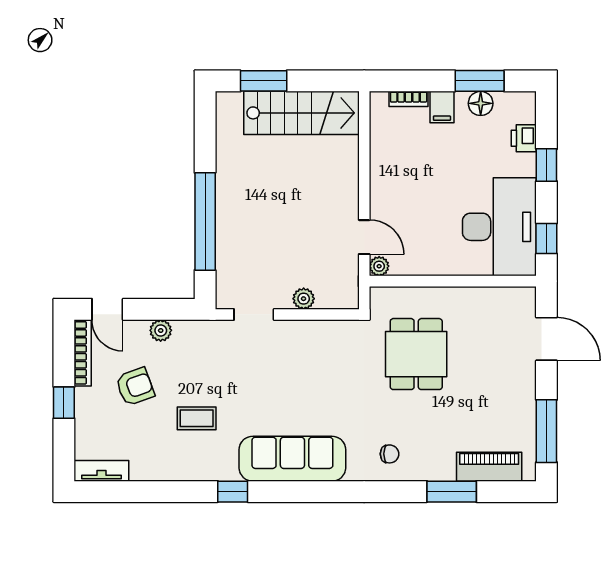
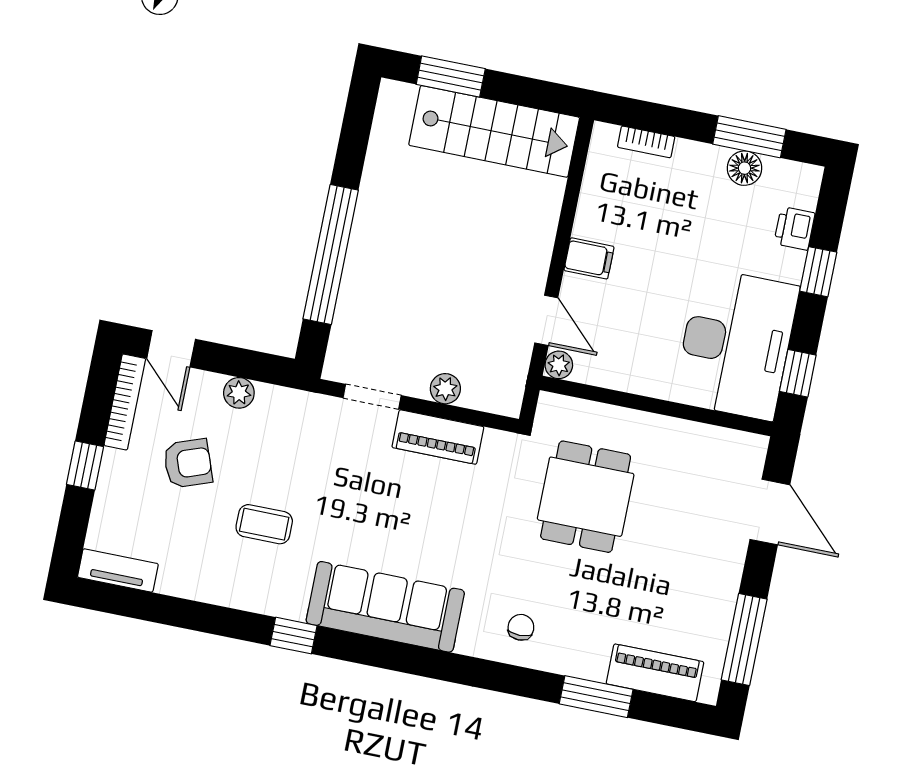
filing cabinet: (442, 107) -> (589, 258), moved, turned -90
piano: (305, 333) -> (438, 437), added
chair: (390, 454) -> (521, 627), turned -90

